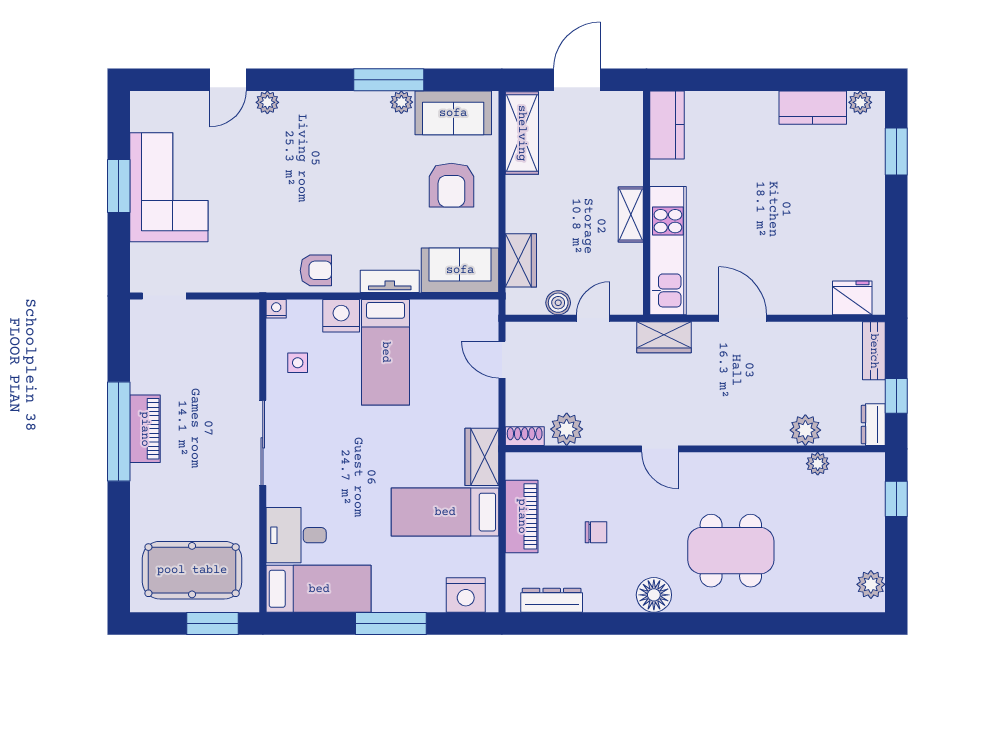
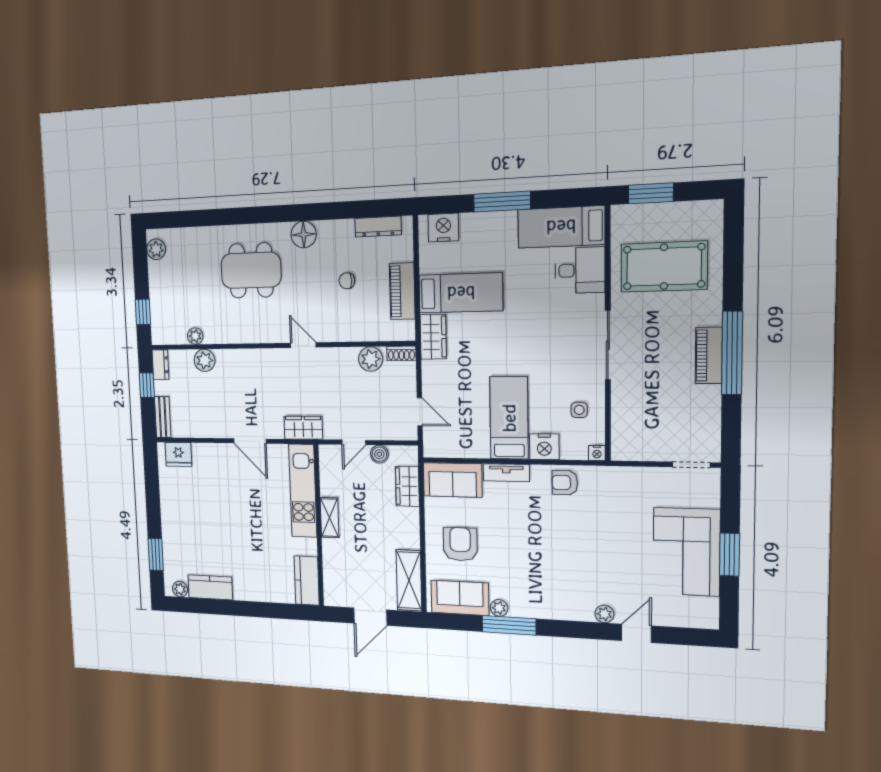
pool table: (192, 570) -> (664, 267), moved

